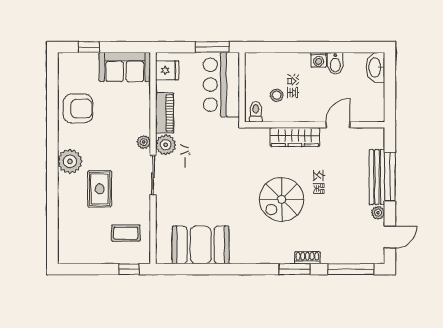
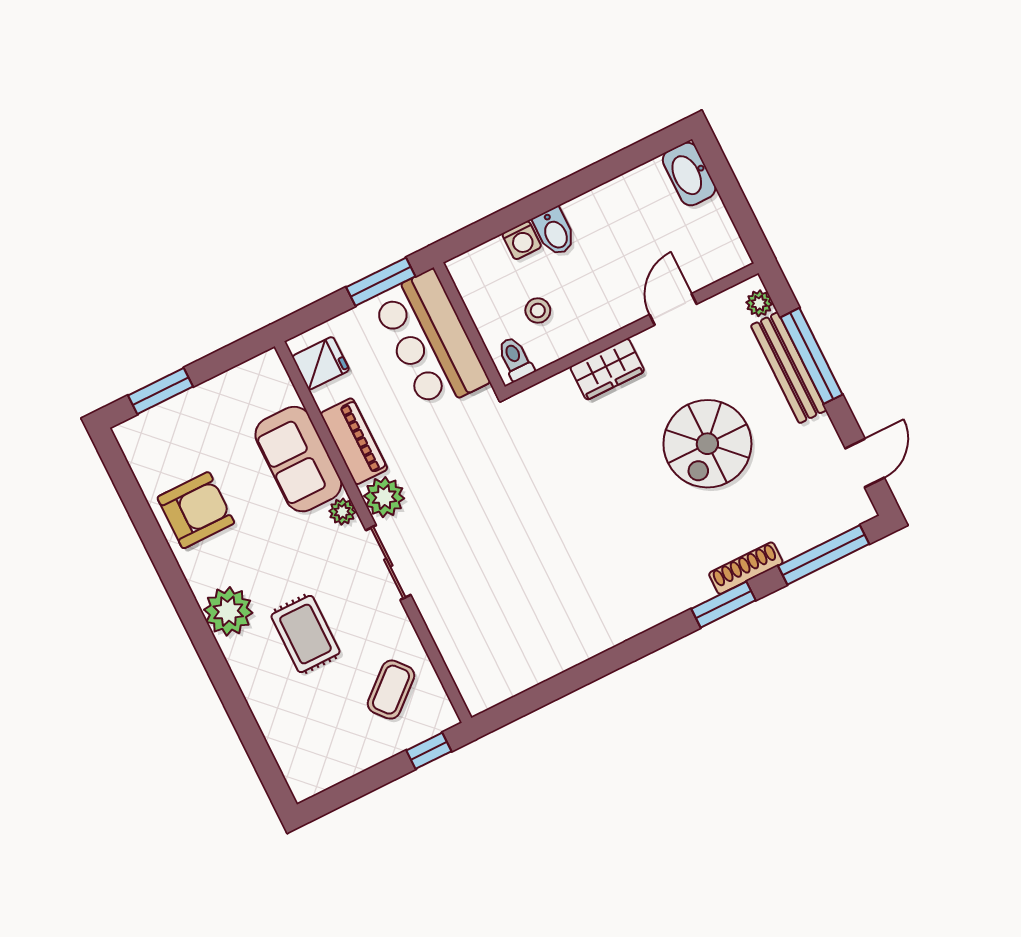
window: (89, 47) -> (161, 391), width x1.50
washing machine: (319, 60) -> (522, 240), moved
bidet: (335, 63) -> (555, 232), moved
sofa: (125, 67) -> (298, 459), moved, turned 90
wardrobe: (295, 137) -> (607, 369), width x0.67
spiral stairs: (282, 199) -> (707, 444), moved
plant: (378, 213) -> (759, 303), moved
coffee table: (126, 233) -> (391, 690), turned -41
booth: (201, 245) -> (535, 644), removed
shoe rack: (307, 258) -> (746, 568), width x1.43

